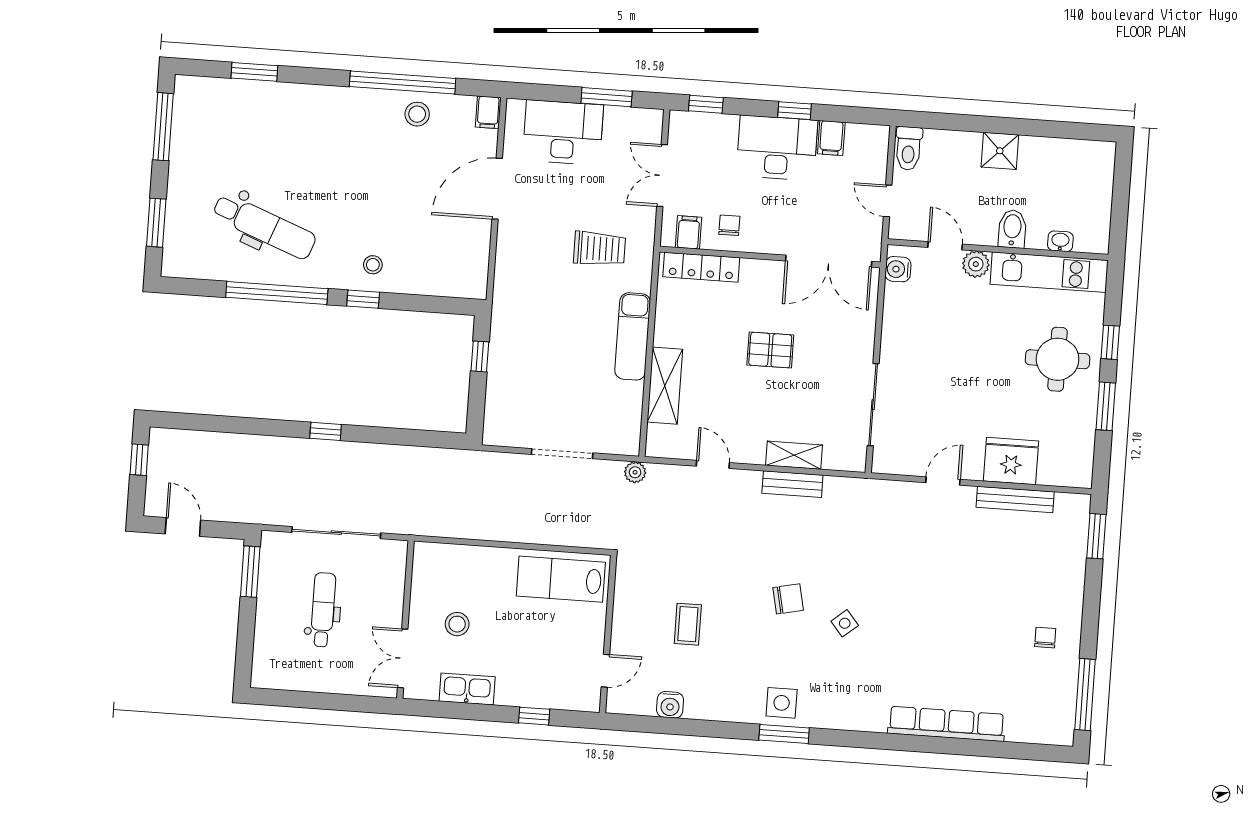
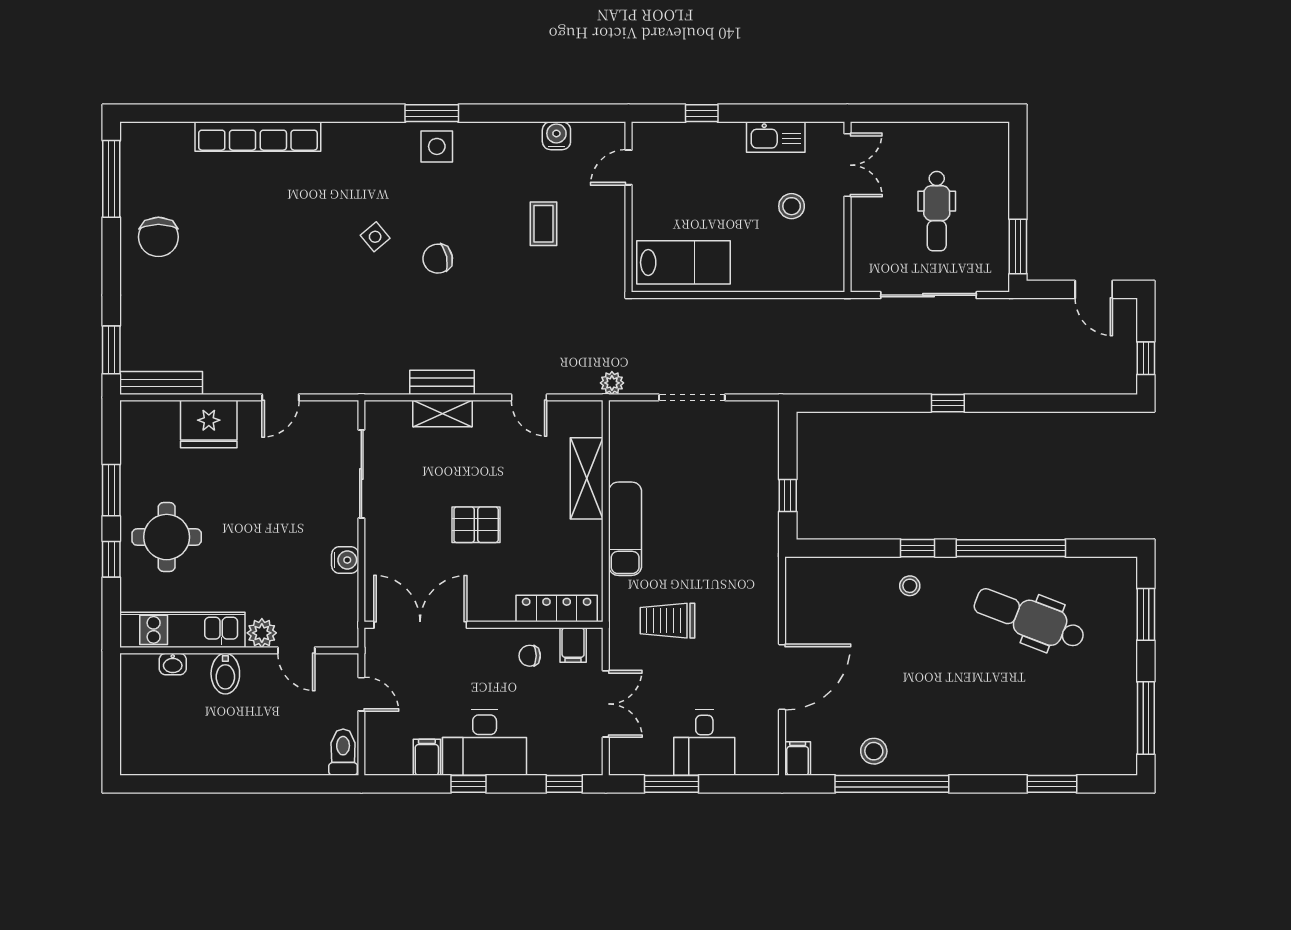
desk: (563, 132) -> (704, 743), width x0.73
shower: (1000, 151) -> (245, 757), removed
chair: (729, 225) -> (530, 656), turned 90
water cooler: (898, 269) -> (345, 560), moved
bench: (1015, 499) -> (161, 383), moved
chair: (1045, 638) -> (158, 237), width x1.87, depth x1.87

